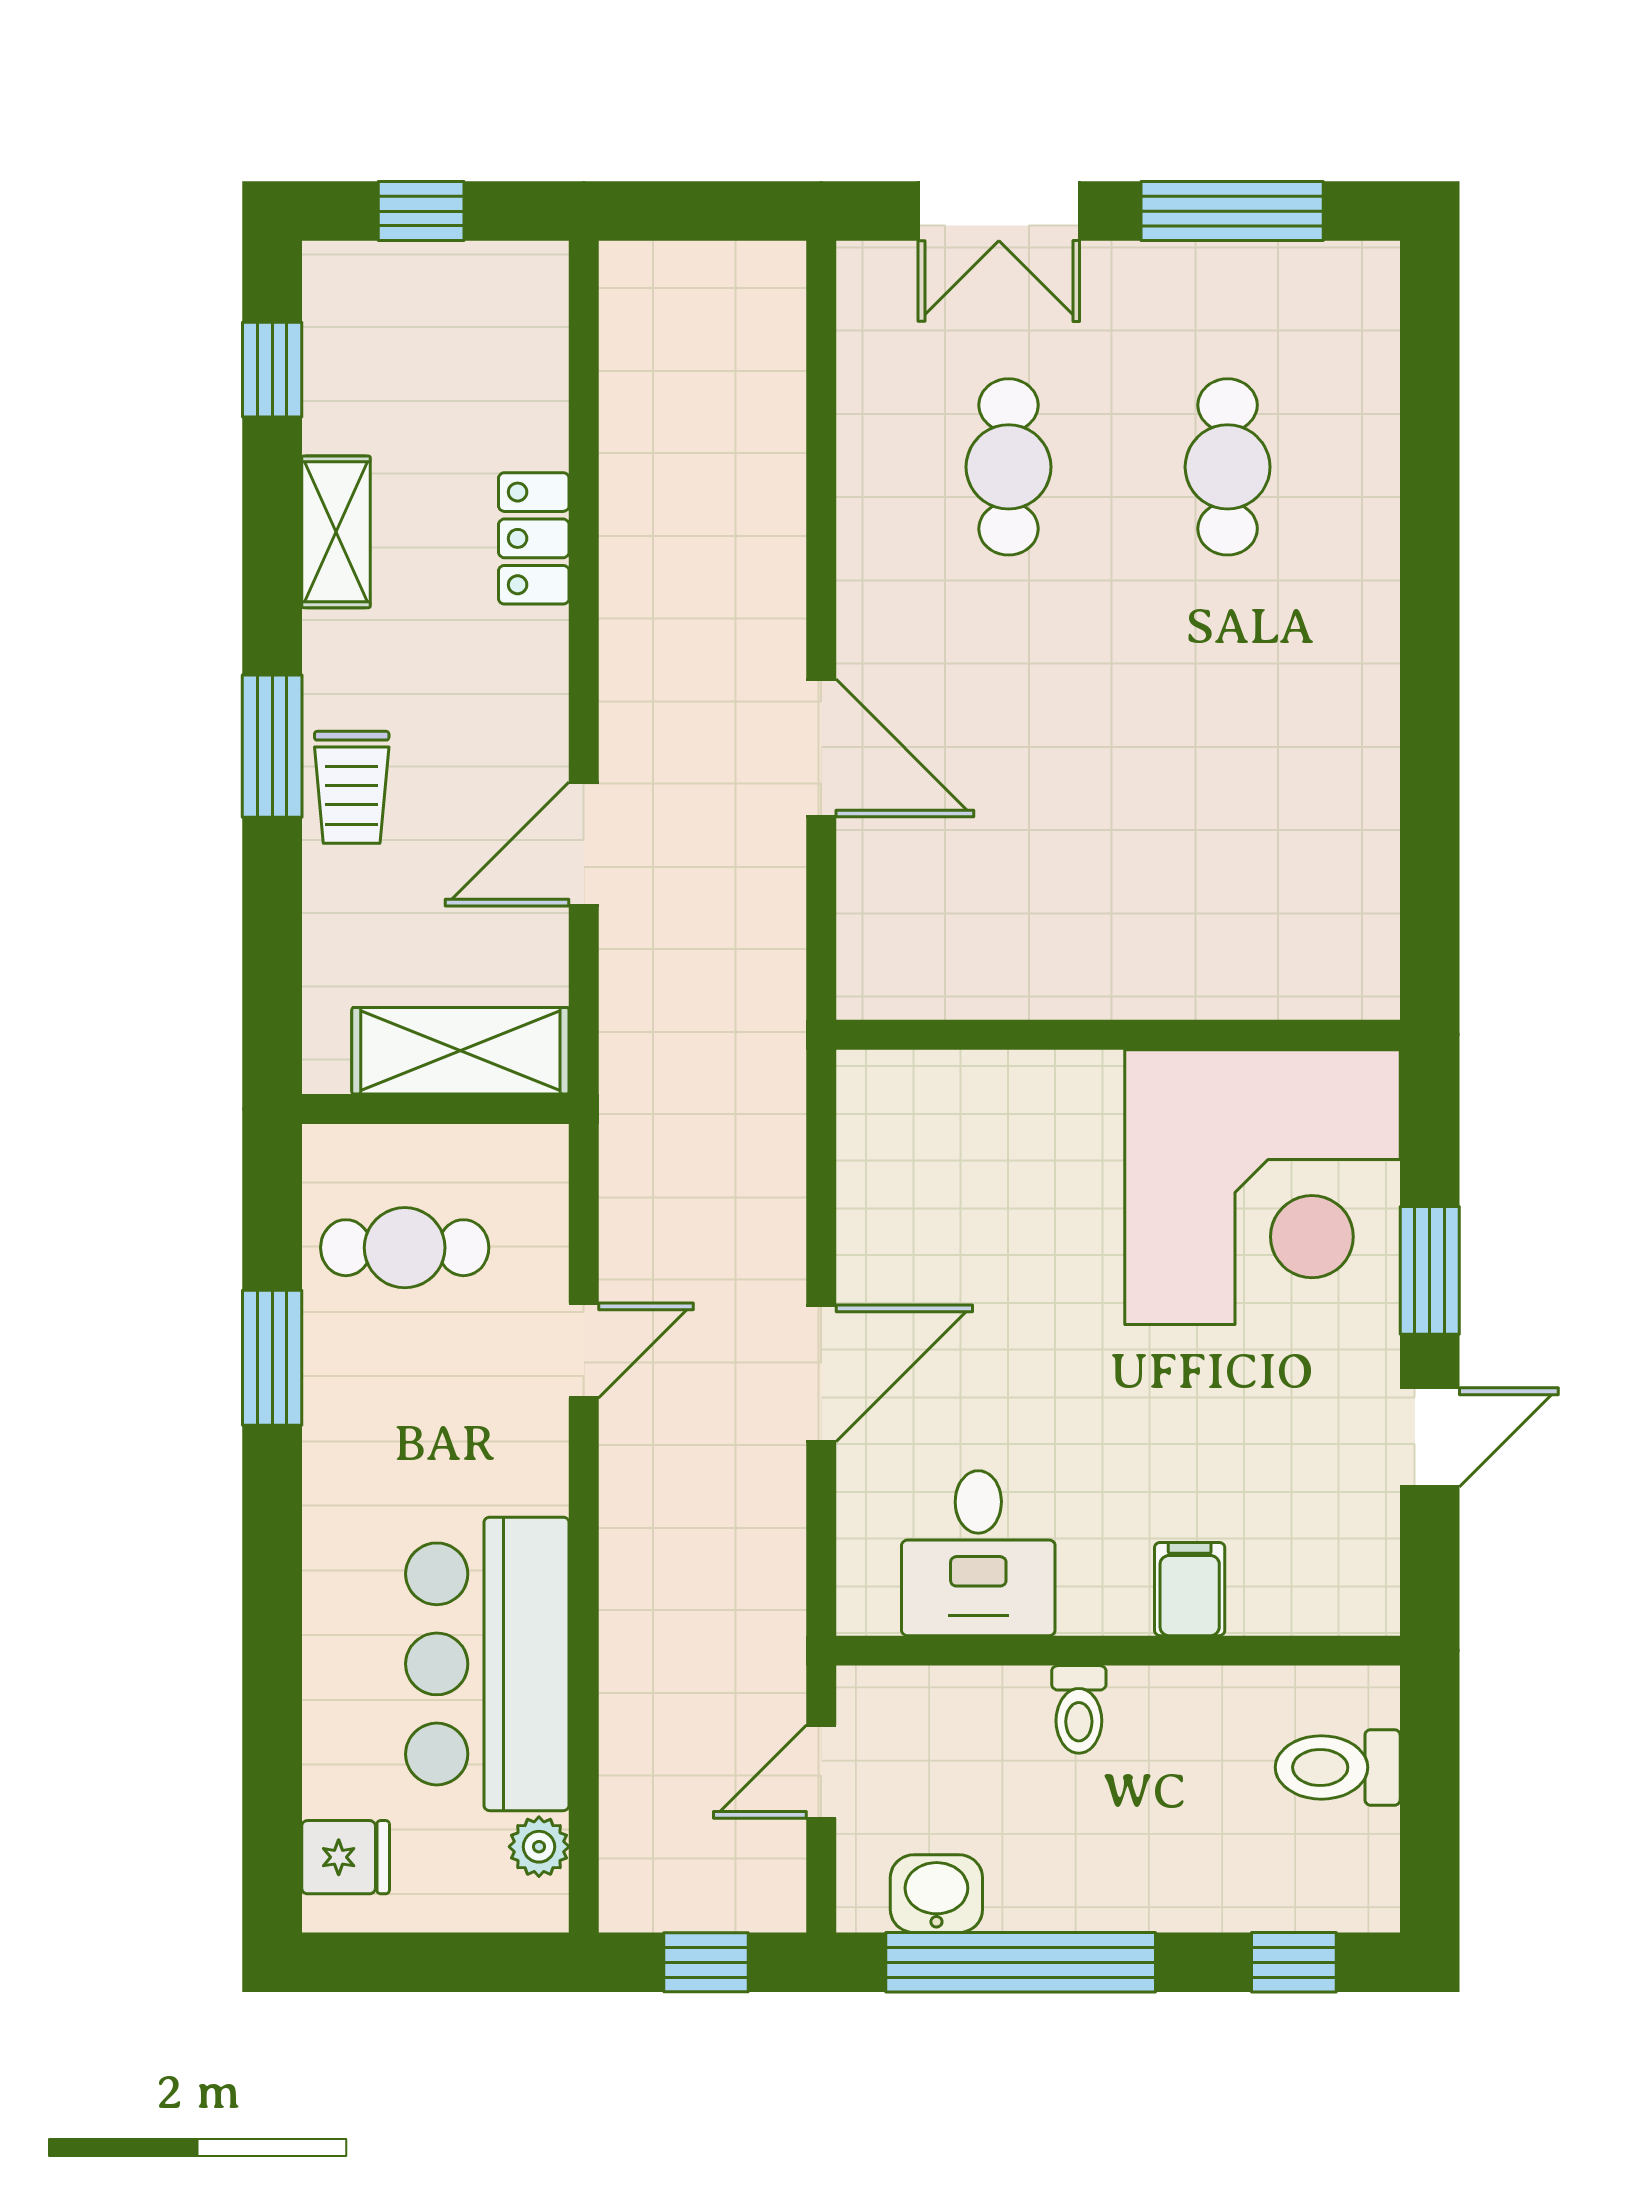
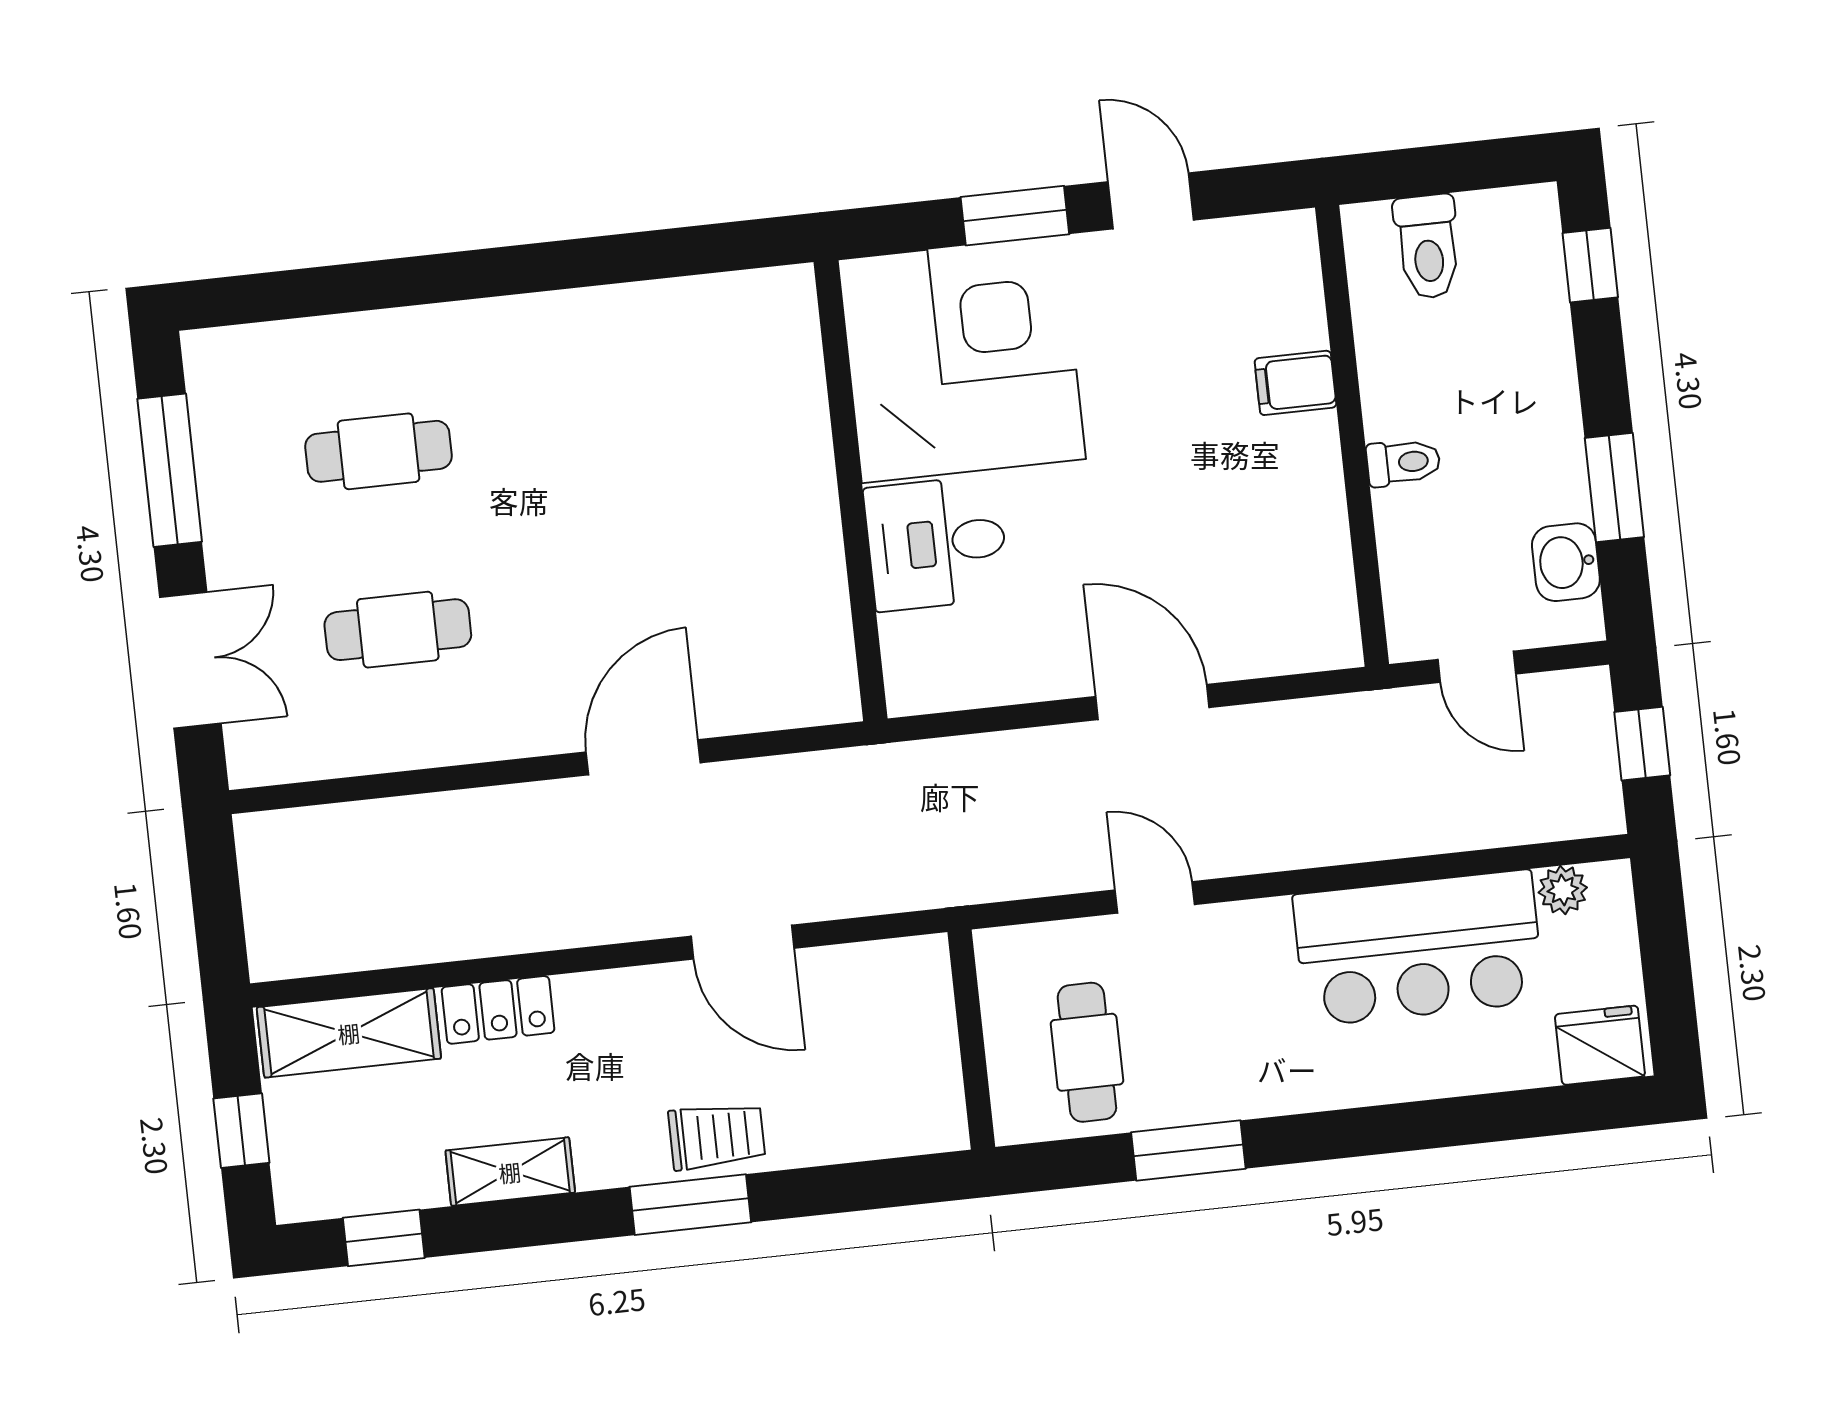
shelving: (460, 1051) -> (349, 1033), moved, turned 90
desk: (978, 1553) -> (937, 543), moved, turned 180
fridge: (346, 1857) -> (1600, 1045), width x1.38
window: (1021, 1962) -> (1614, 488), width x0.47

